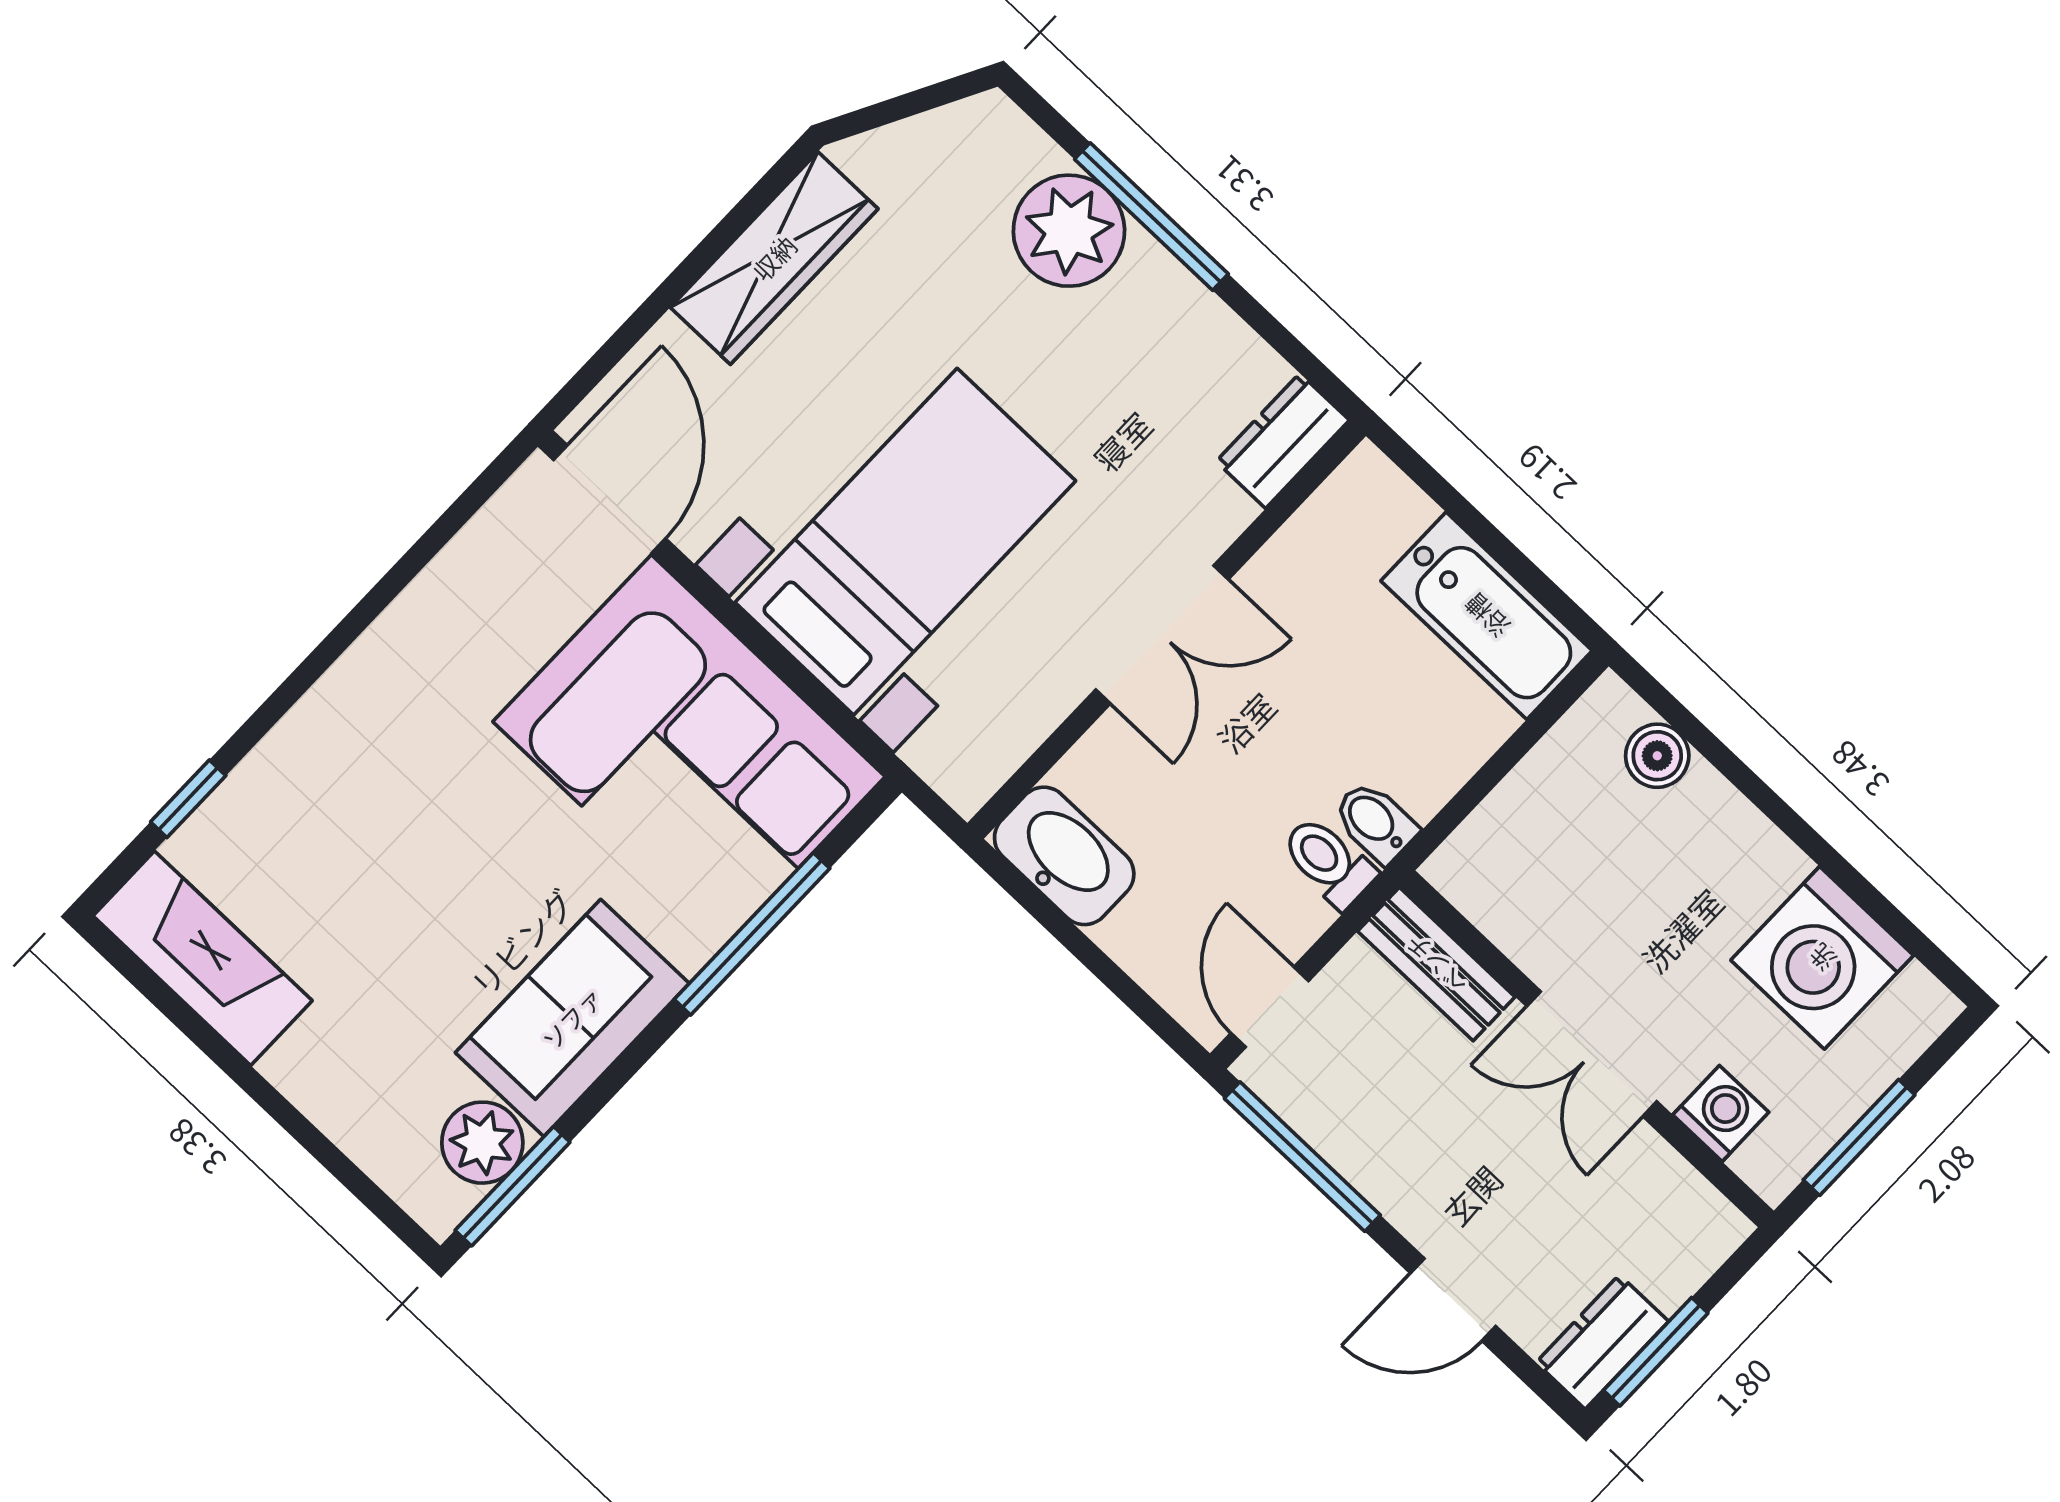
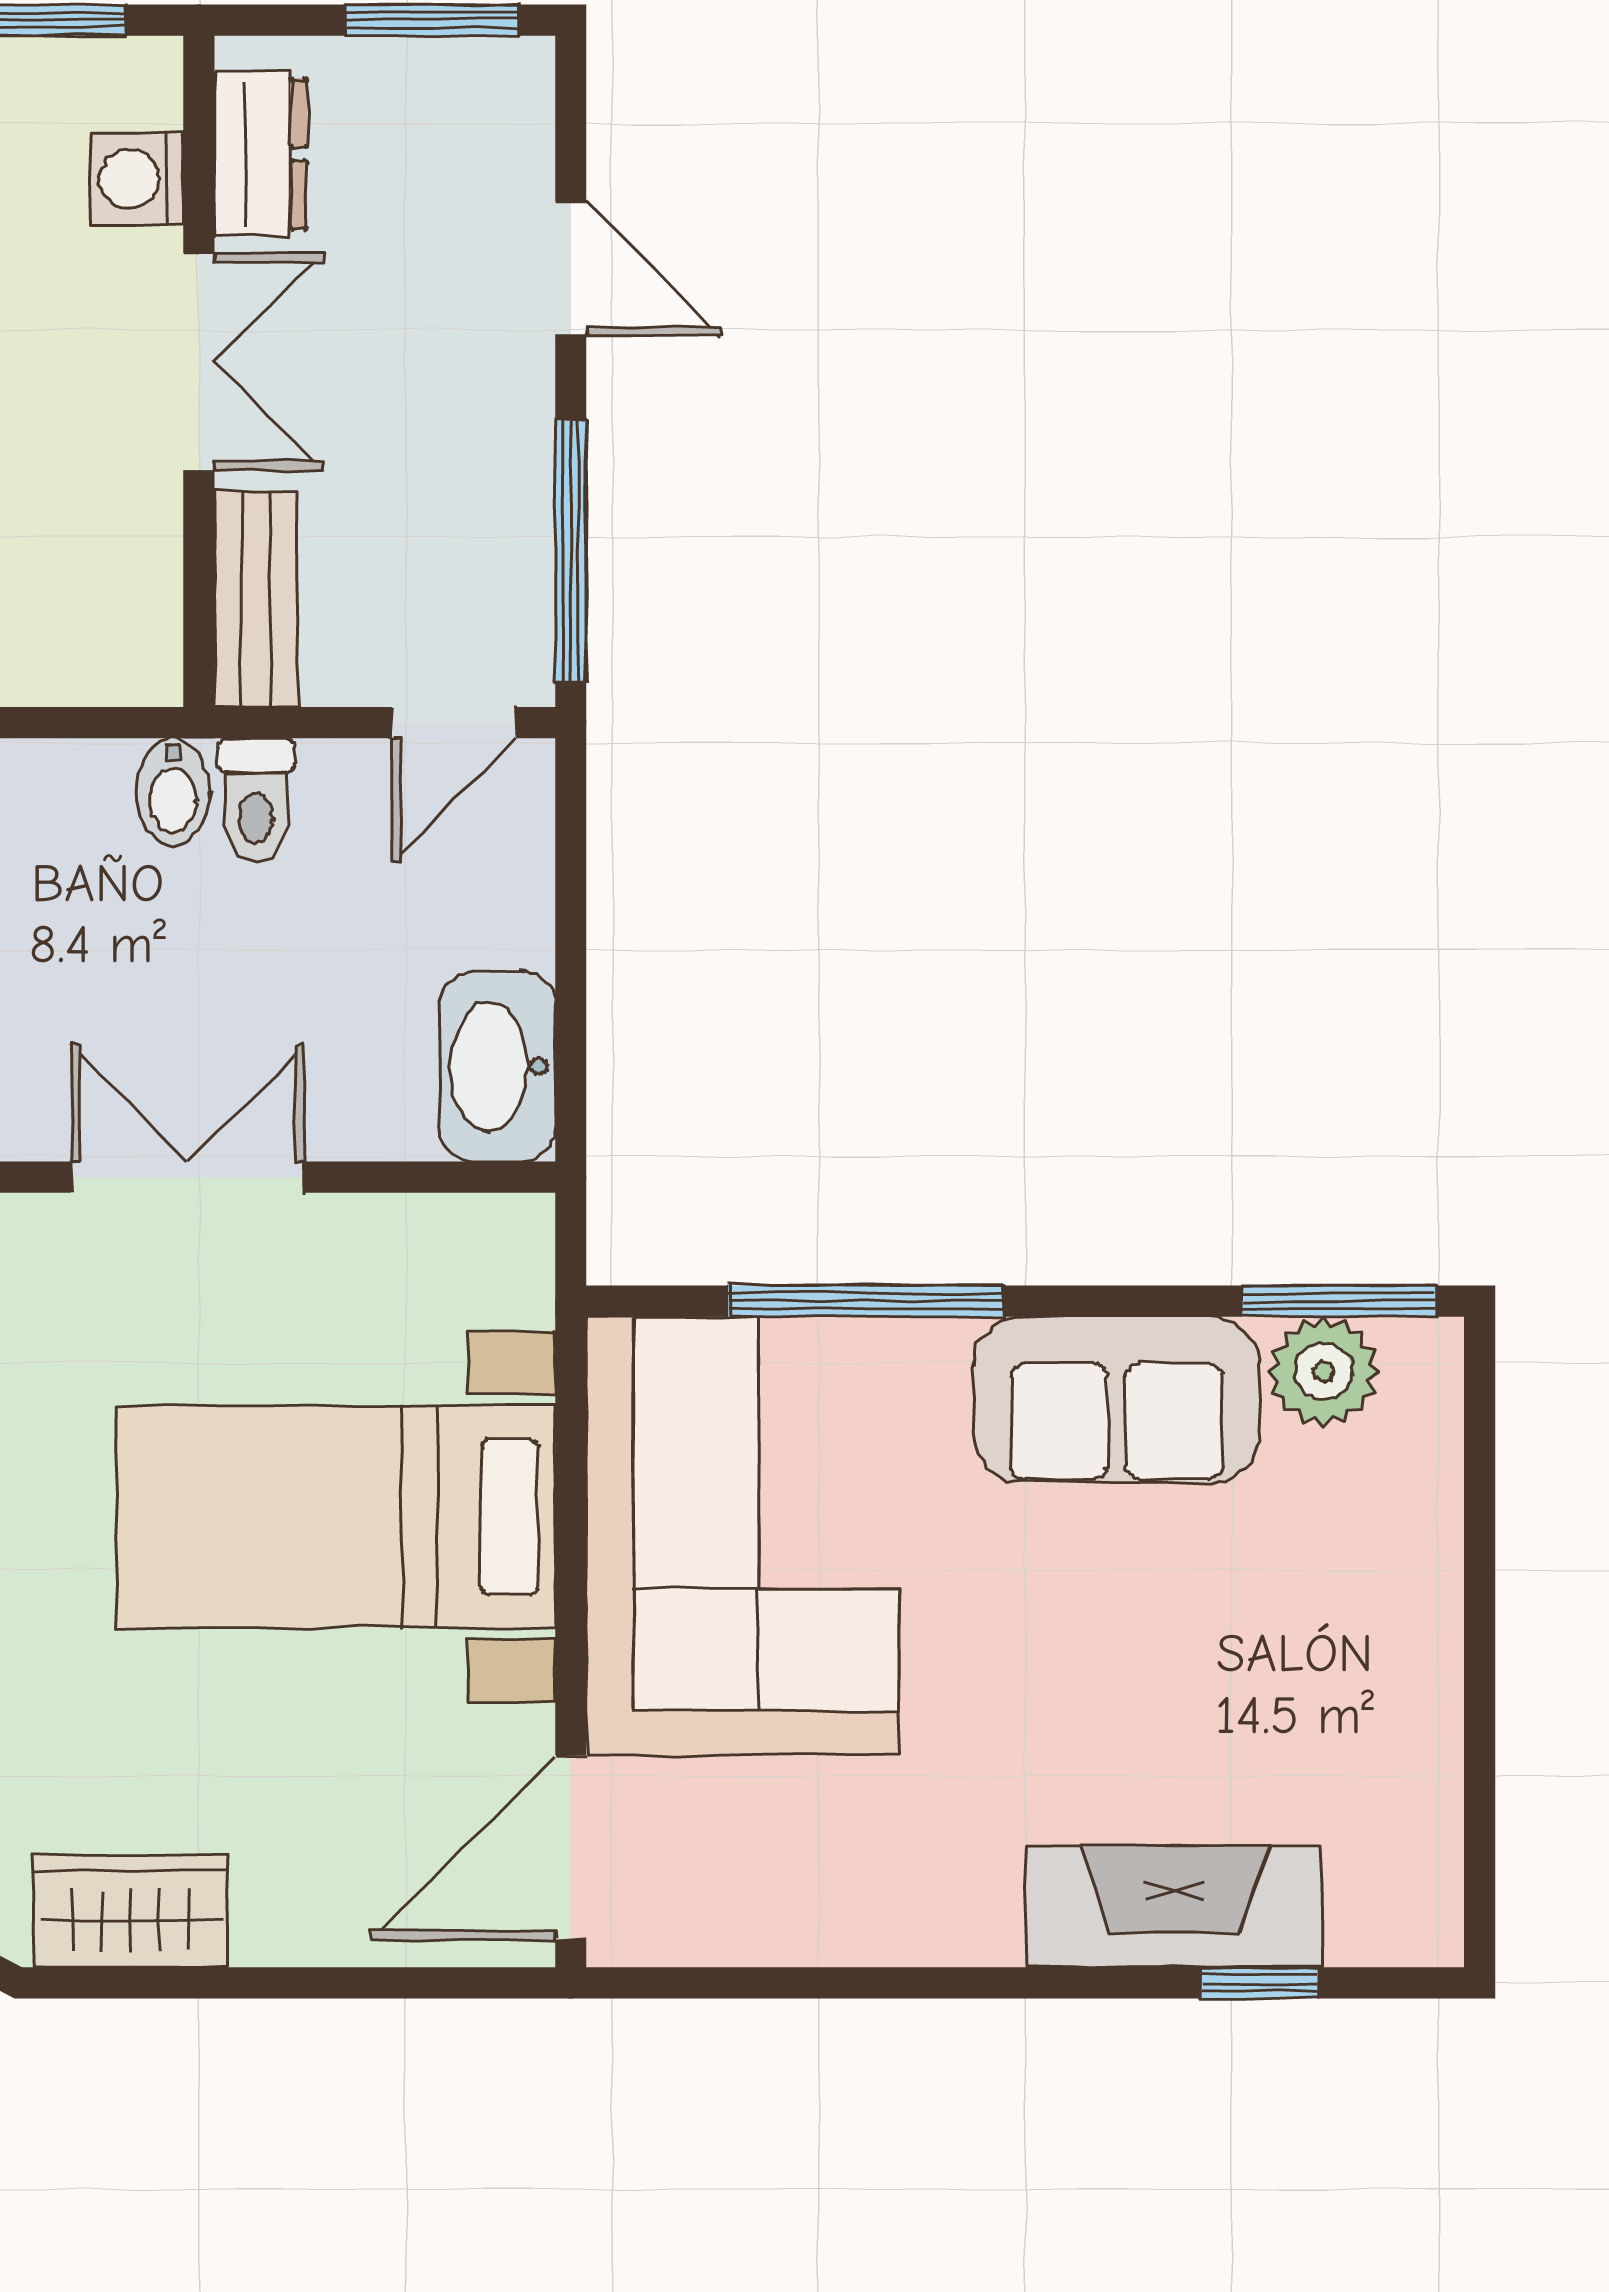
wardrobe: (774, 258) -> (131, 1911), width x0.67
fireplace: (203, 958) -> (1174, 1906), moved, turned 90
dresser: (1602, 1342) -> (261, 154), moved, turned -90

